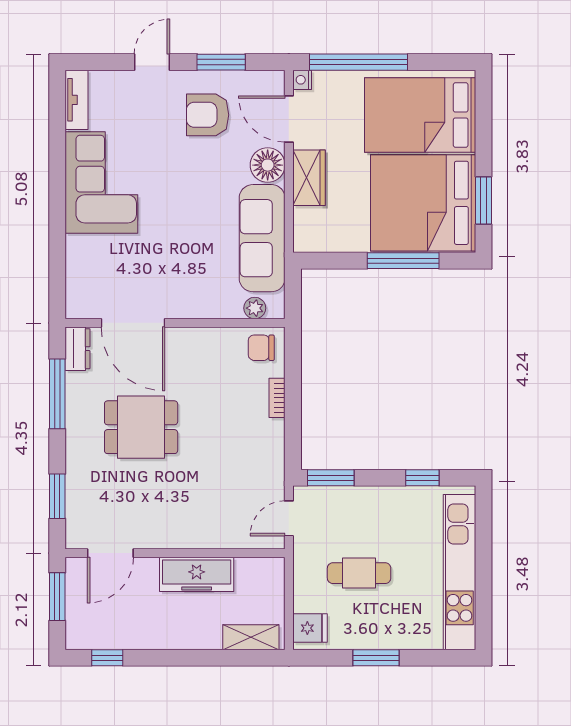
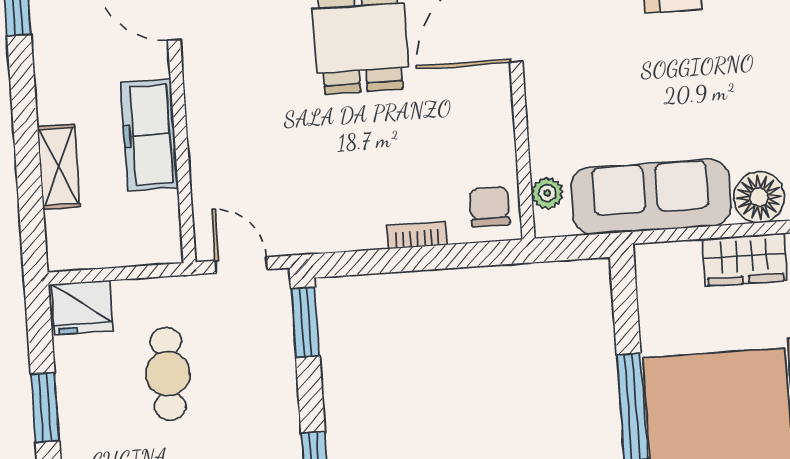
fridge: (310, 628) -> (82, 307), width x1.38
shelving: (251, 637) -> (59, 167), moved

